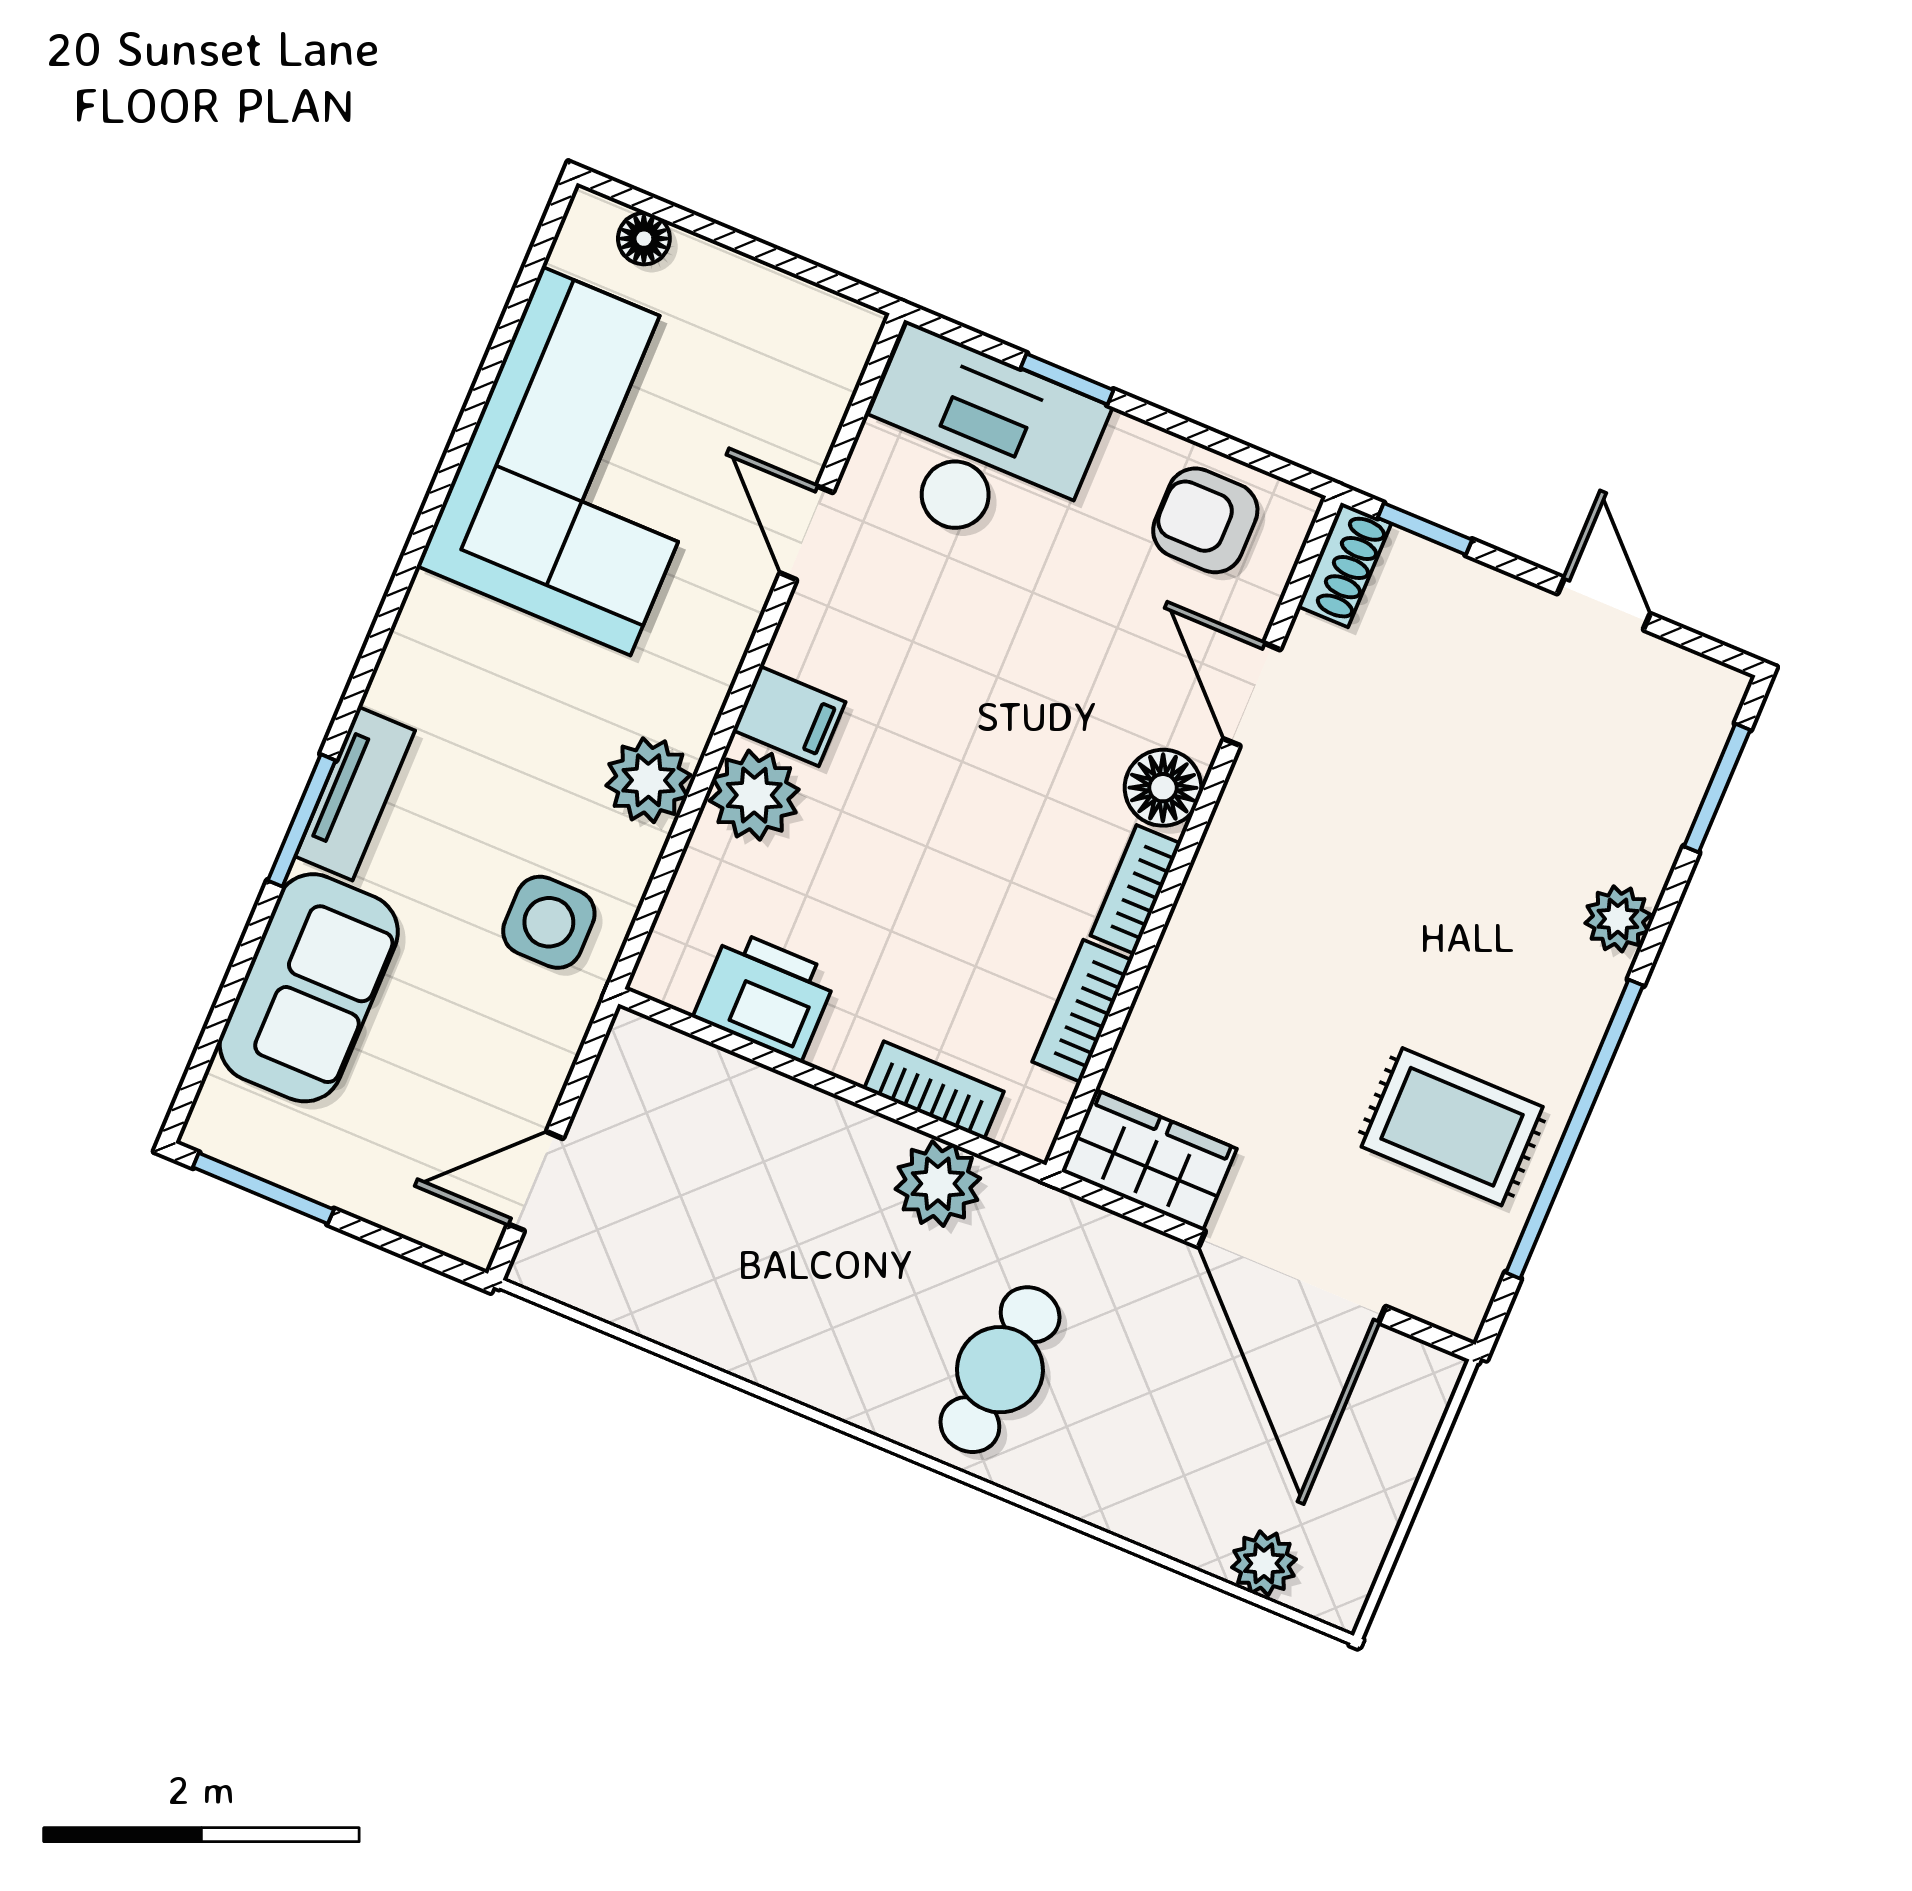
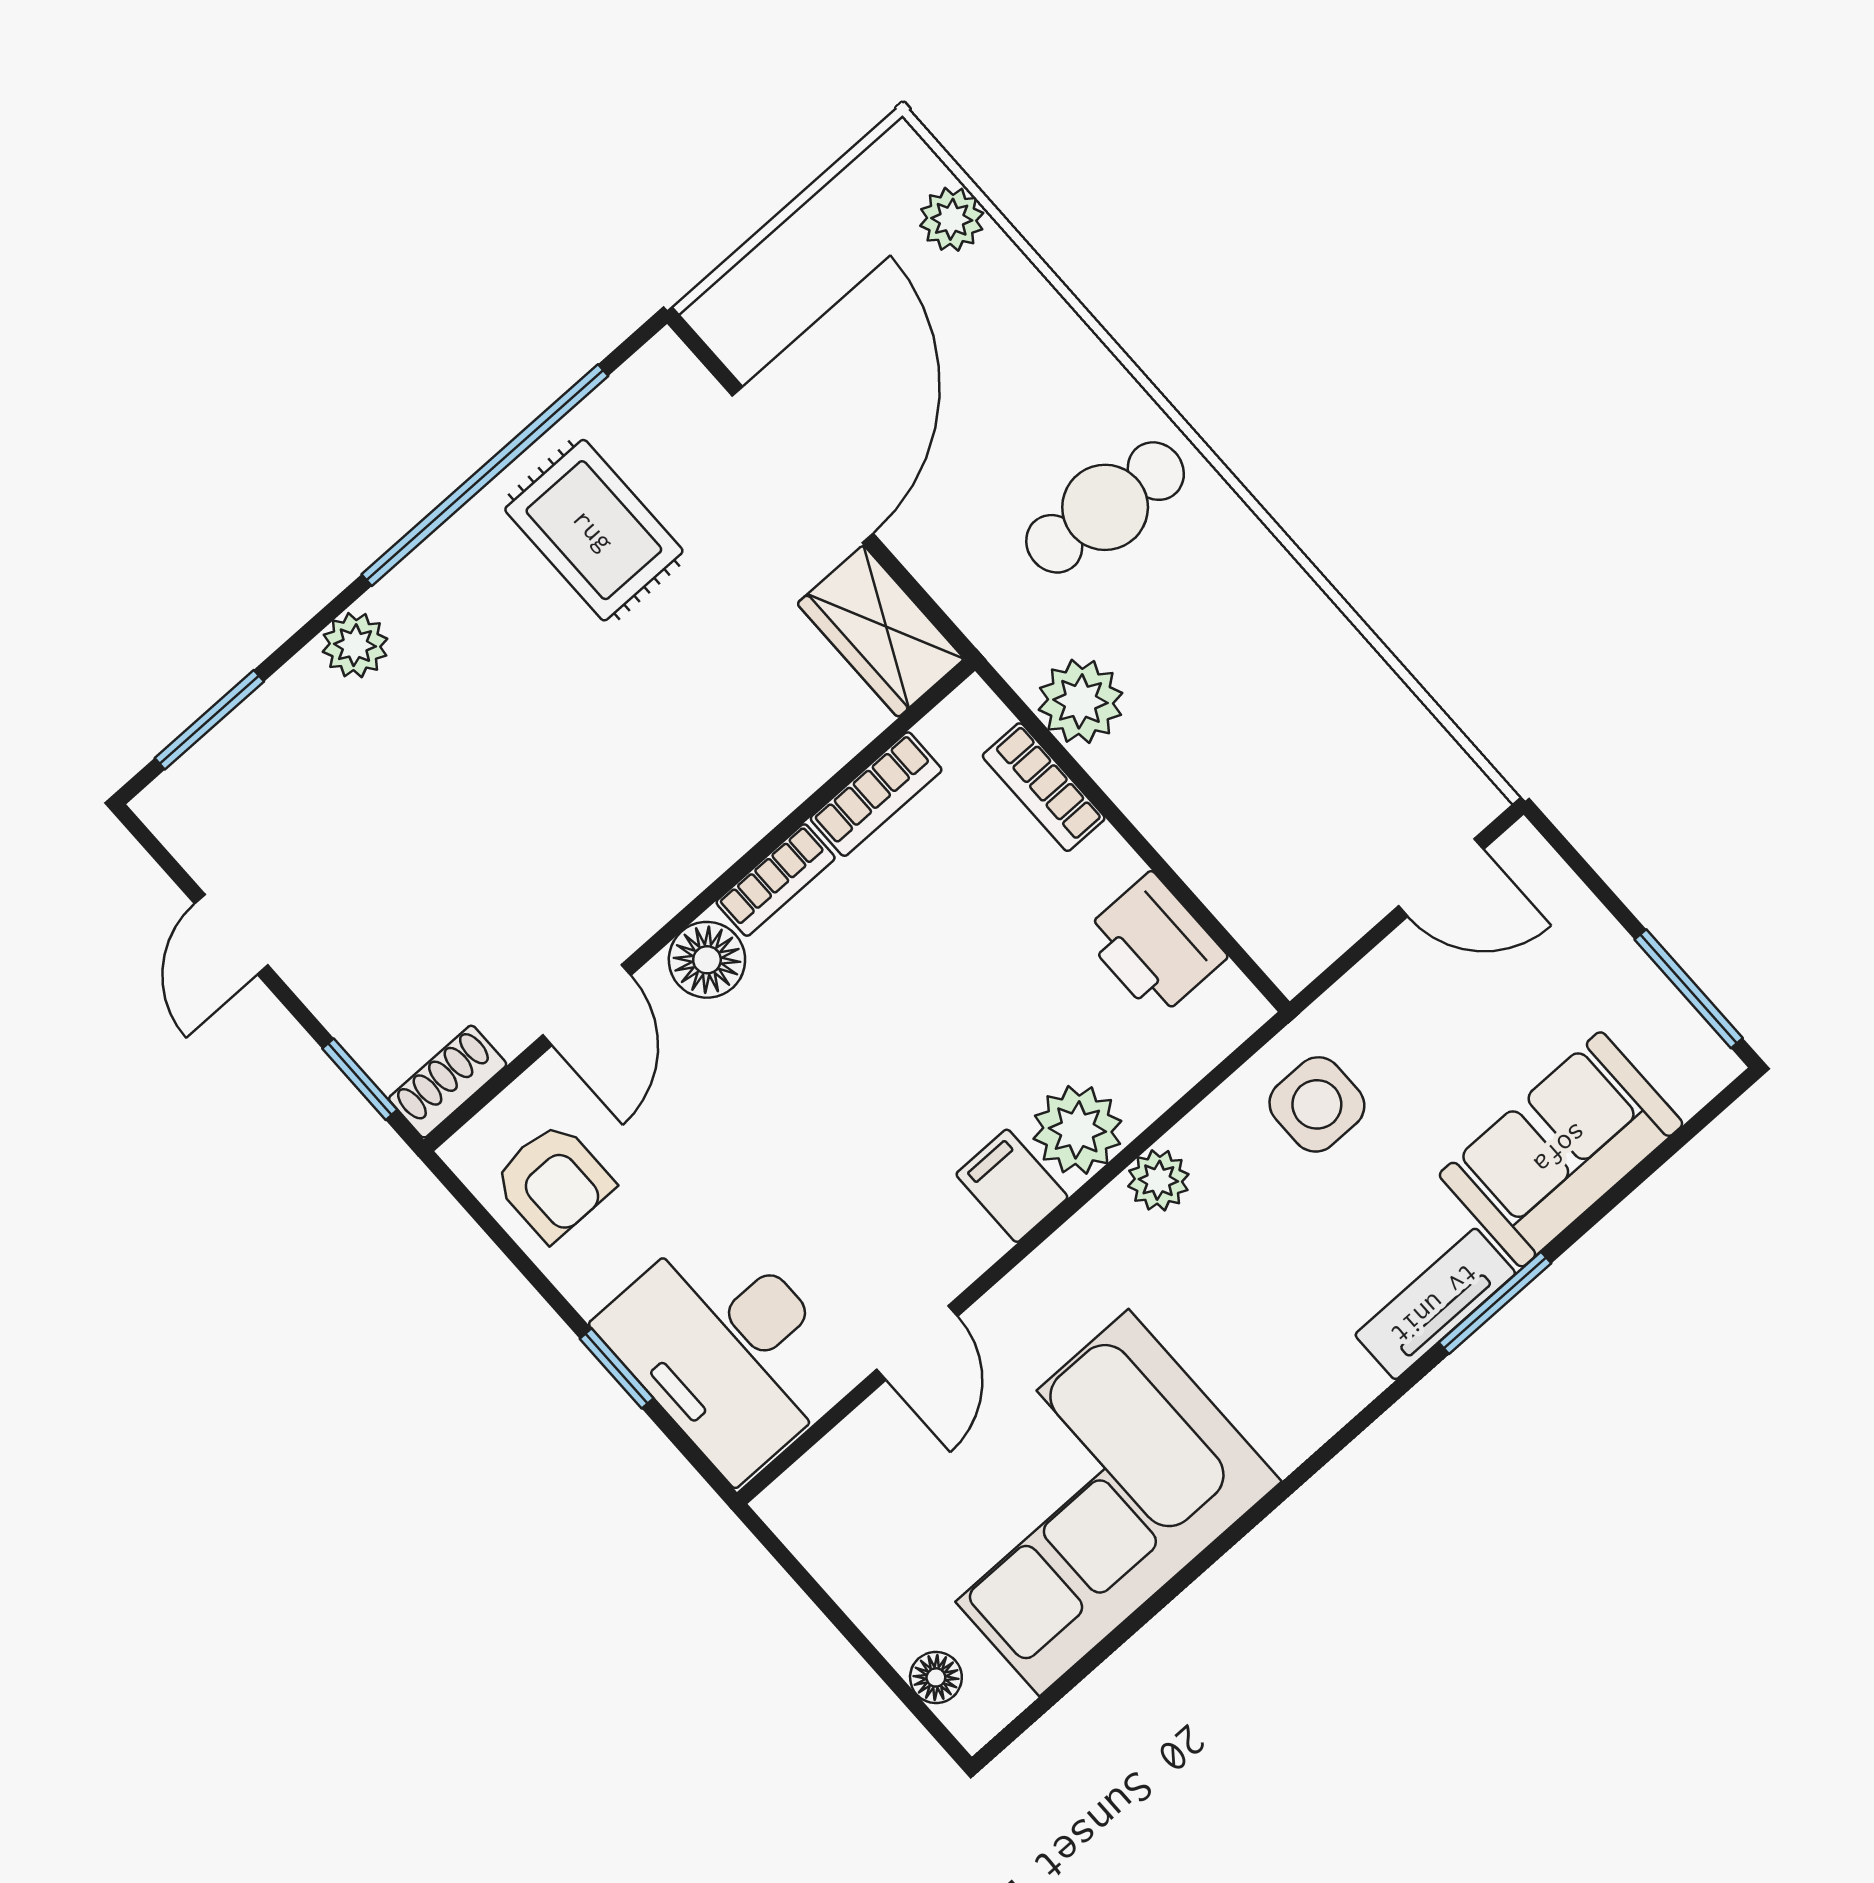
plant: (648, 780) -> (1158, 1180), width x0.73, depth x0.73

